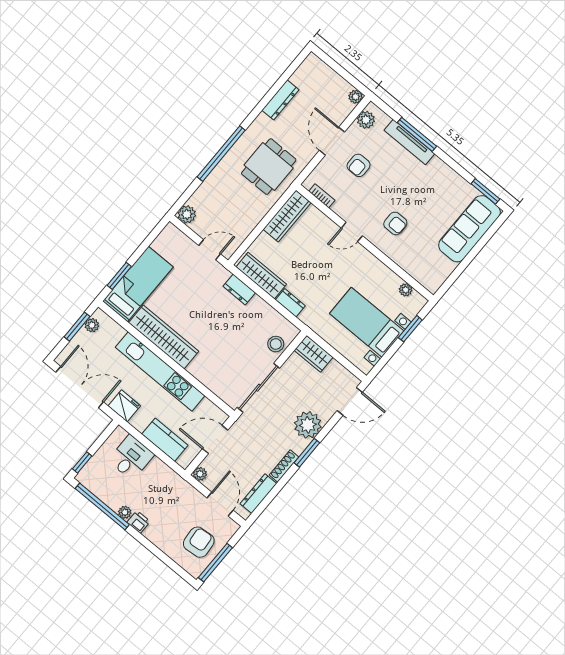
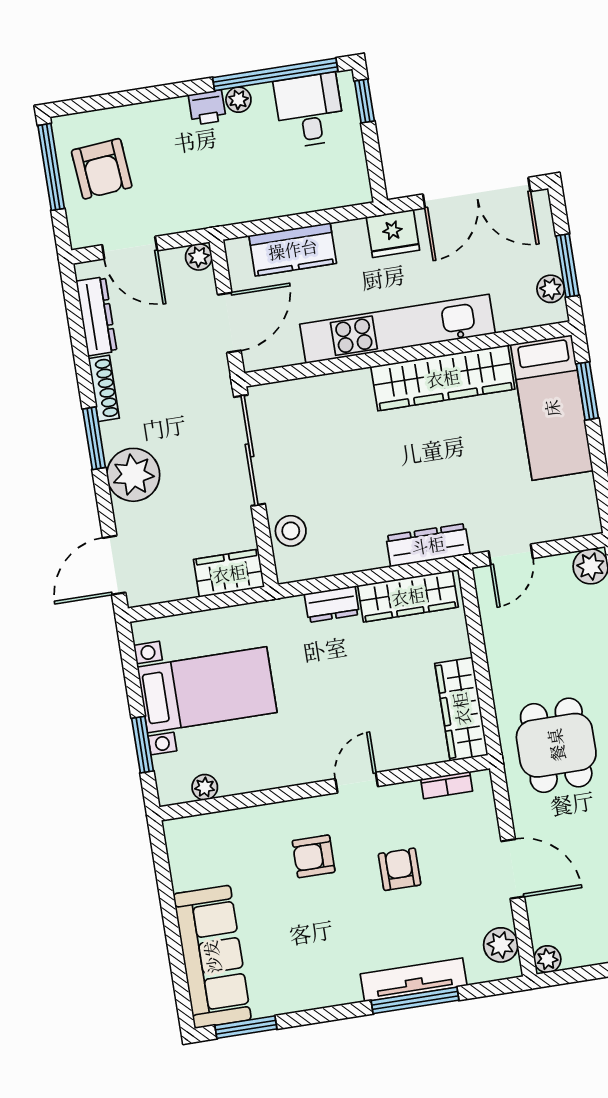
armchair: (359, 165) -> (400, 869), moved
dresser: (239, 290) -> (428, 545), width x1.44
desk: (131, 458) -> (309, 110), moved, turned 180

